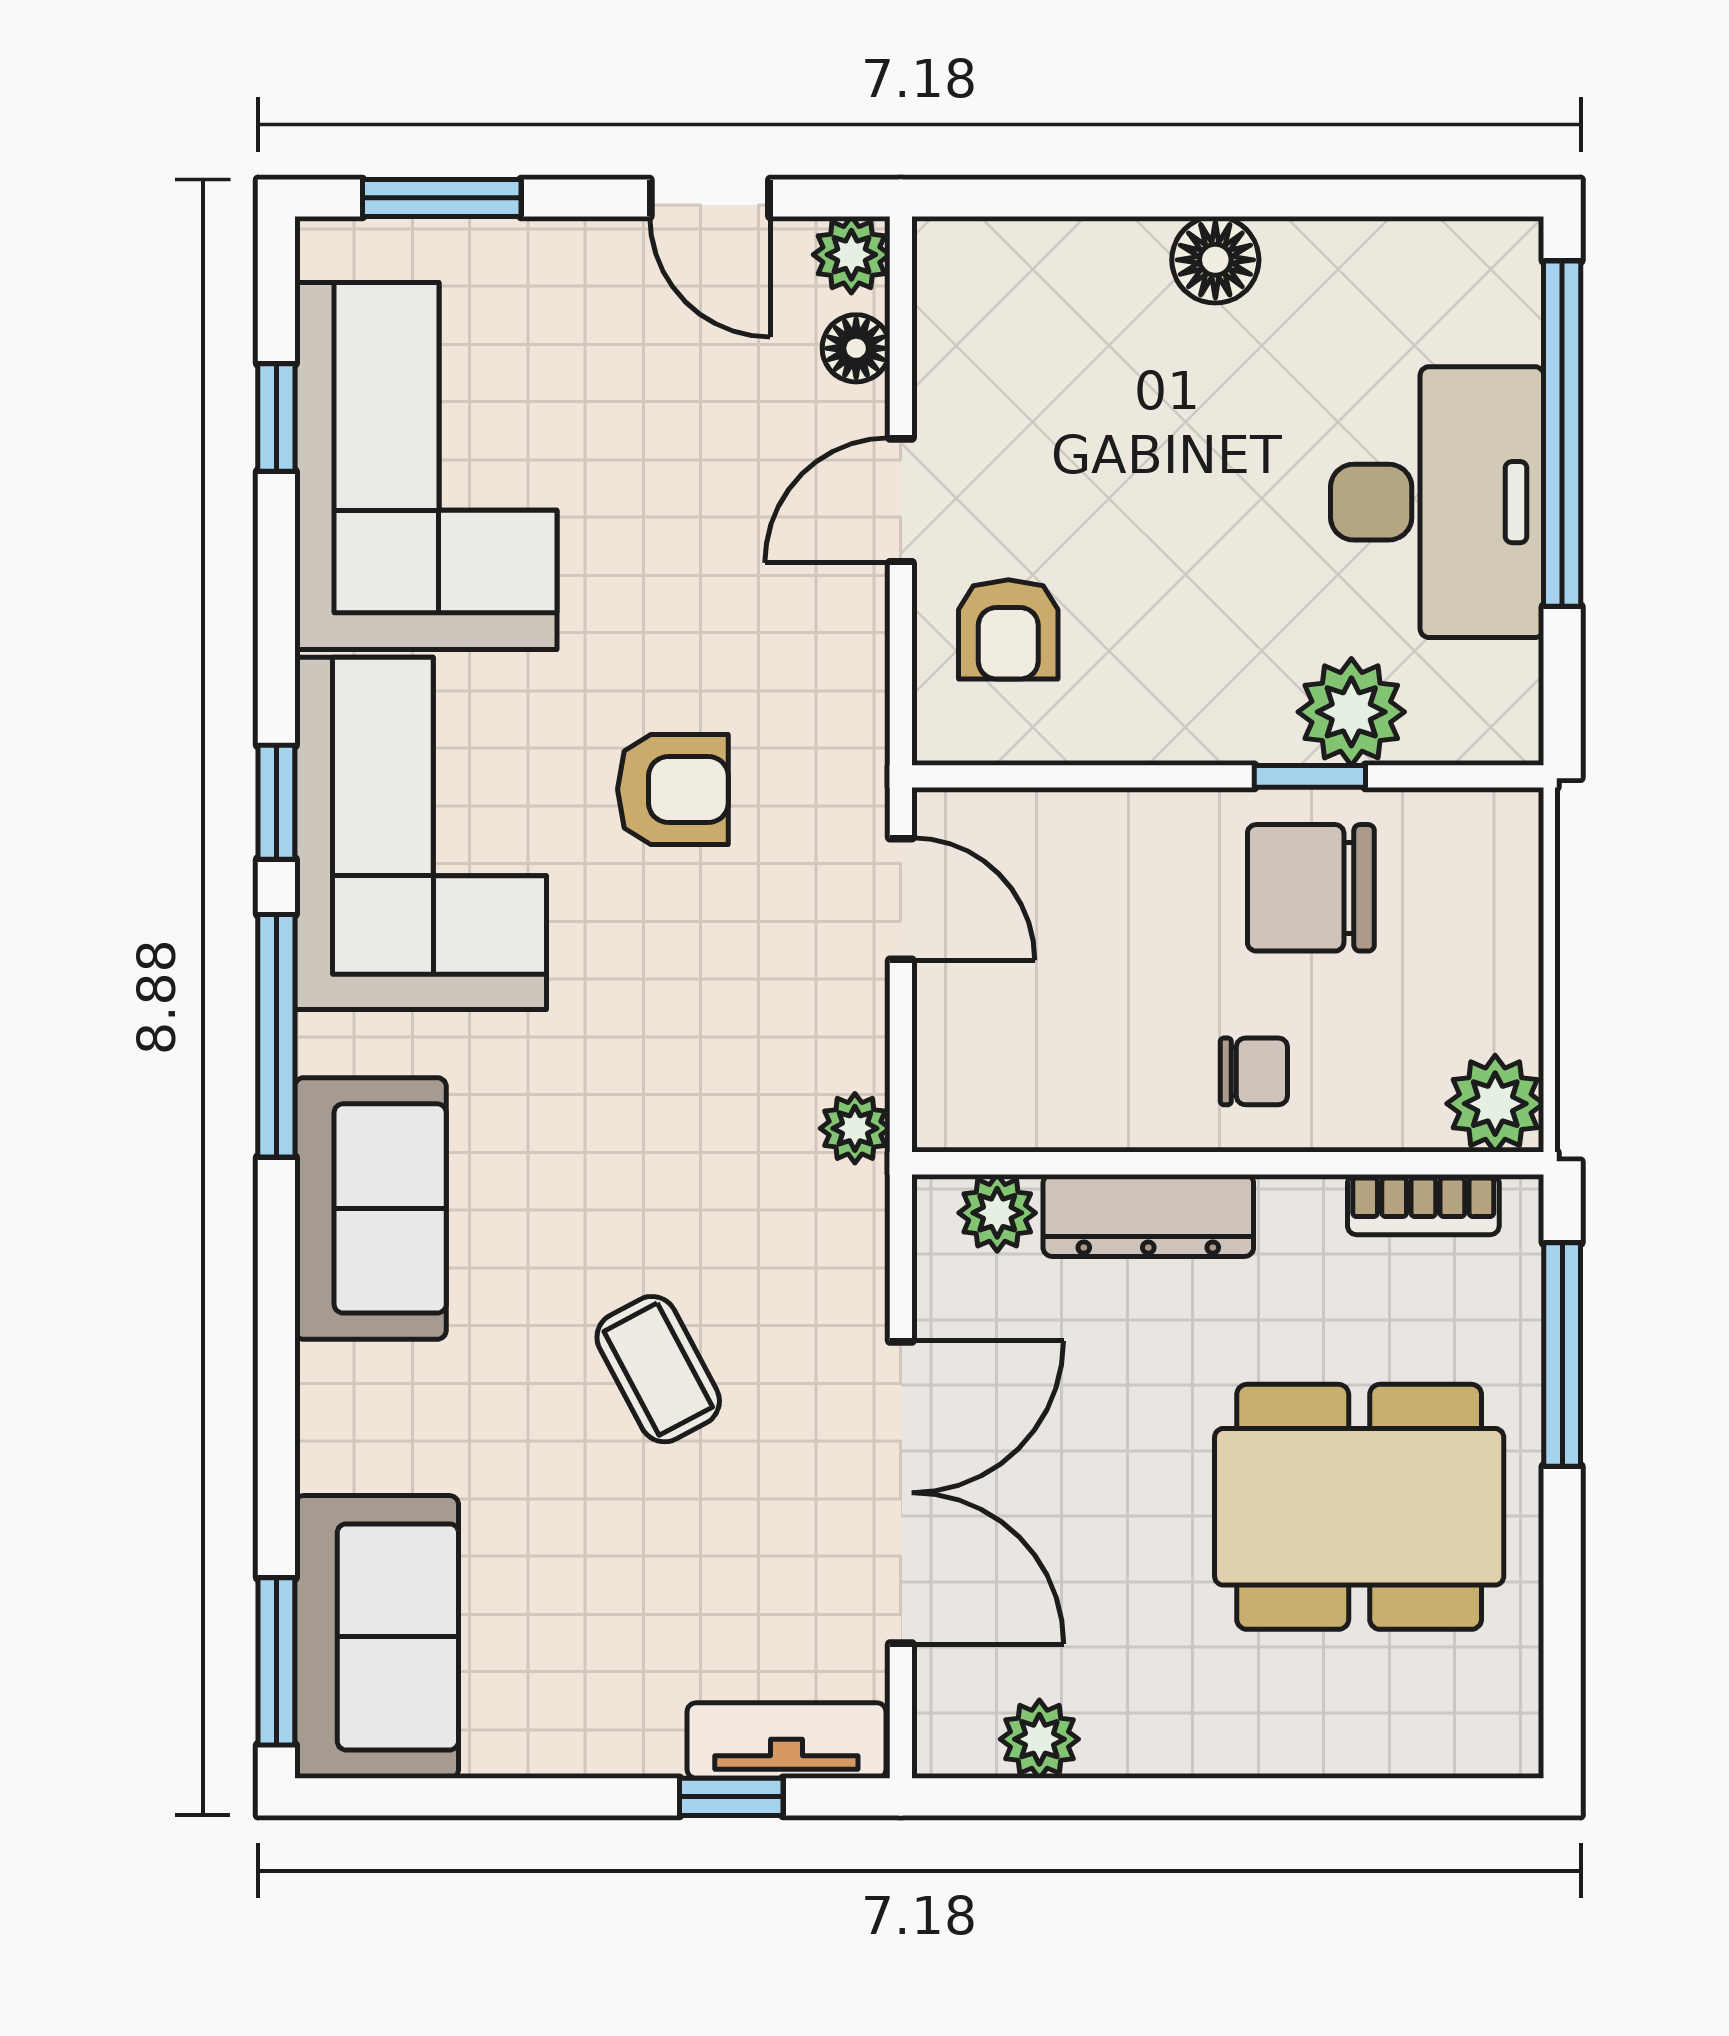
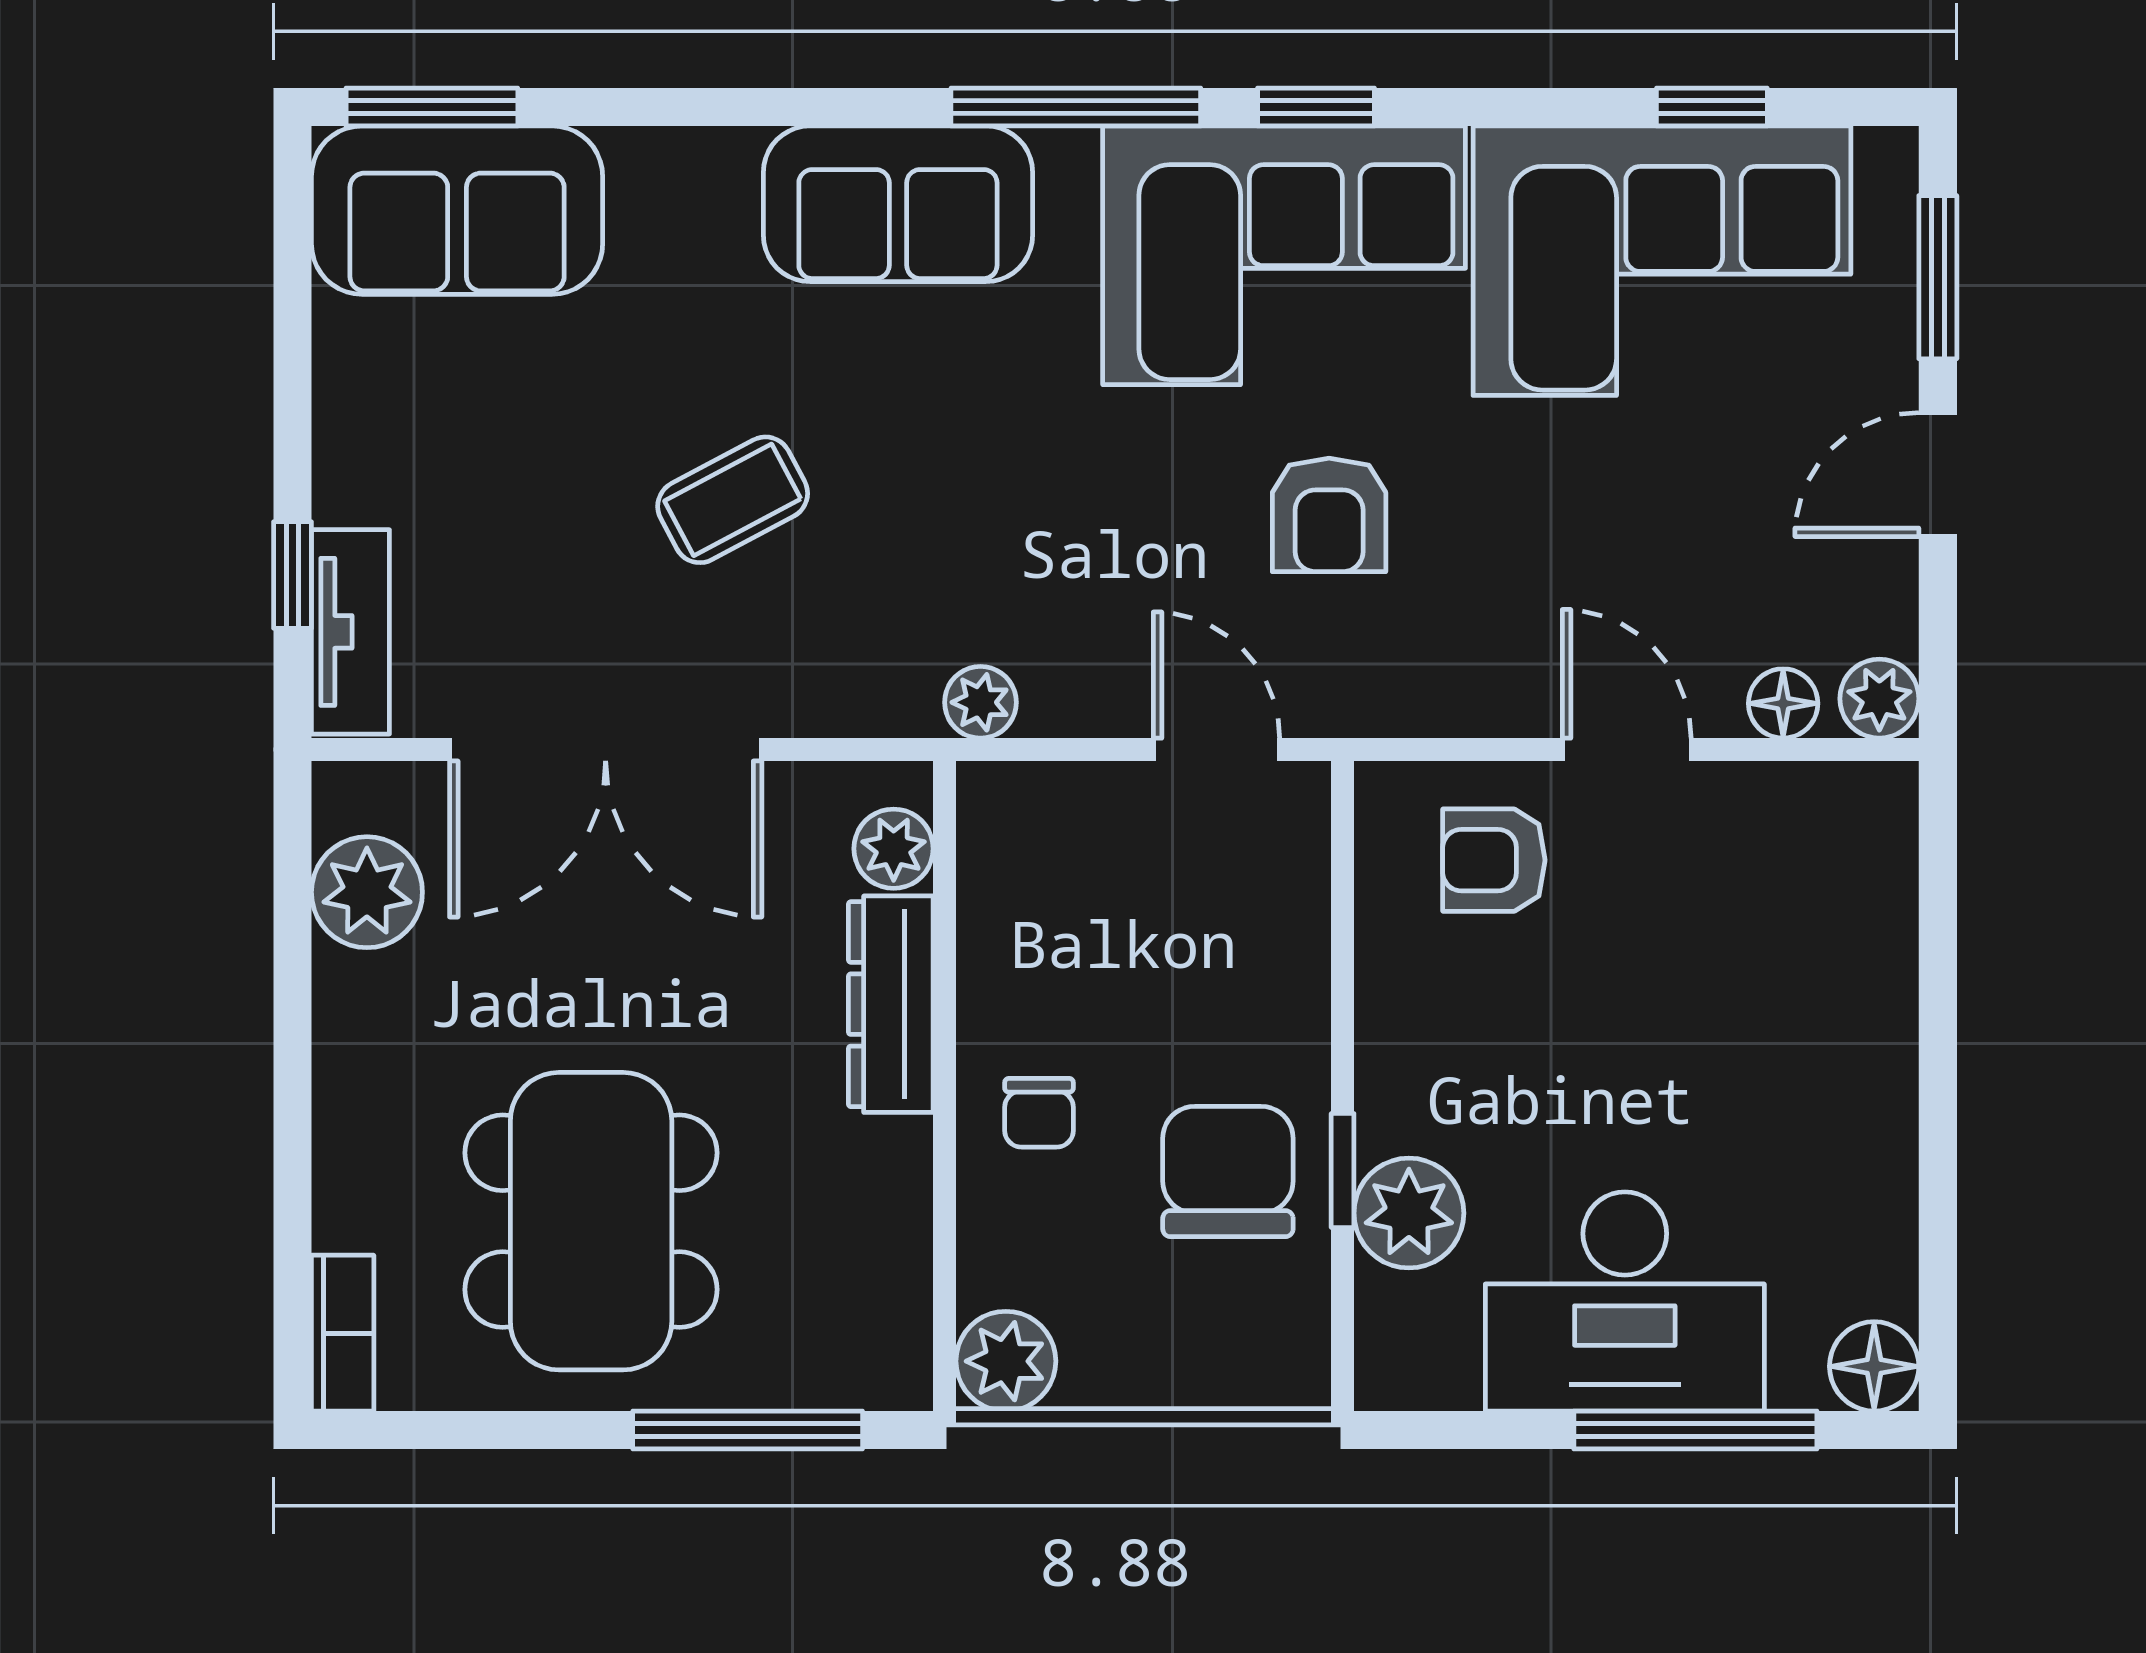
door: (710, 198) -> (1938, 475), moved
floor lamp: (1215, 260) -> (1874, 1366), moved
window: (1562, 434) -> (1695, 1430), width x0.68
door: (901, 899) -> (1216, 750), swing flipped
bookcase: (1423, 1205) -> (343, 1333), moved, turned 180
plant: (1039, 1739) -> (367, 892), width x1.38, depth x1.38

